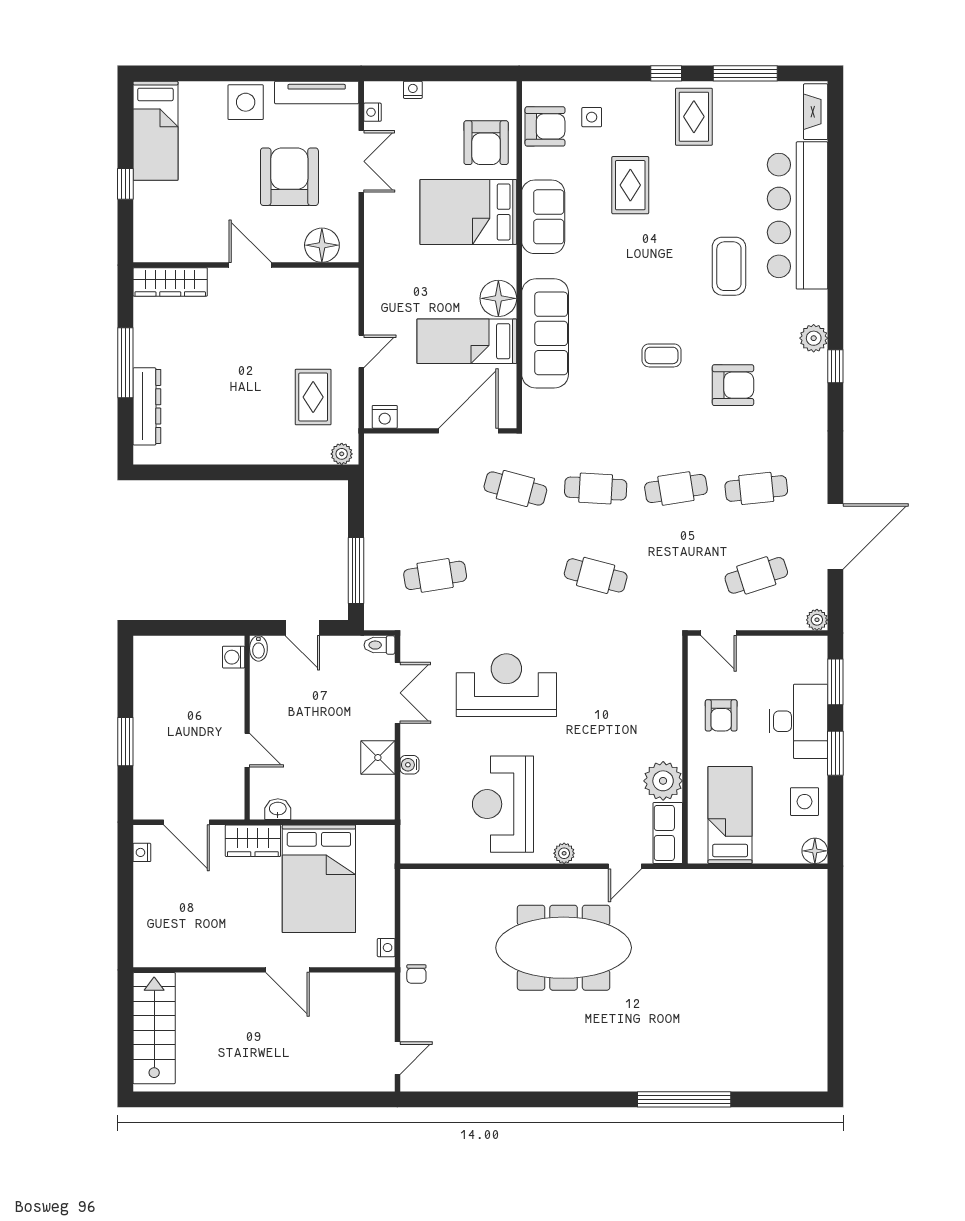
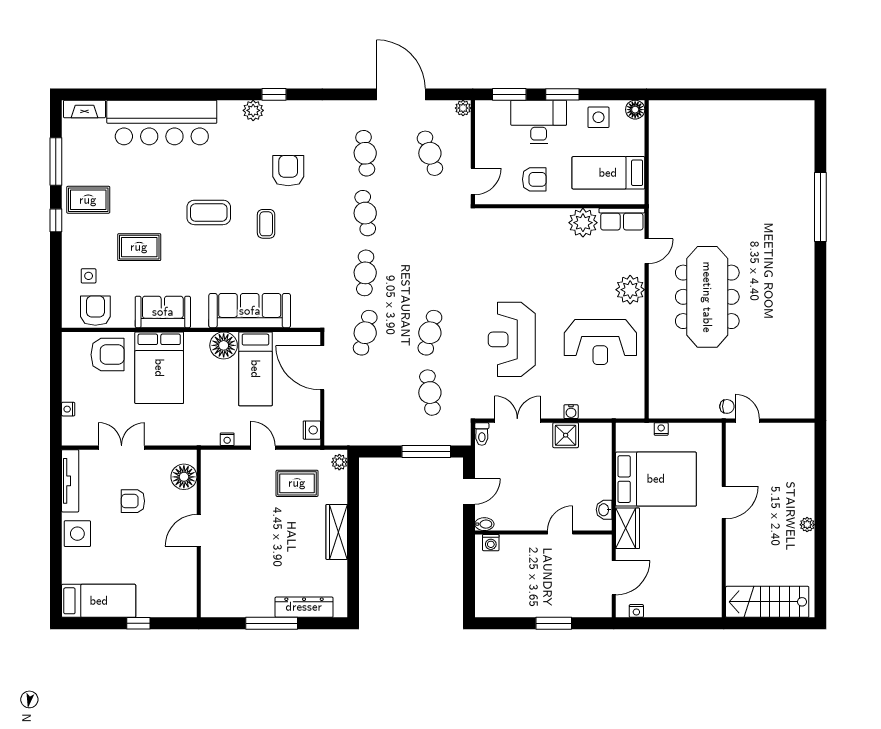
nightstand: (372, 112) -> (227, 439), moved
armchair: (289, 177) -> (133, 501), width x0.53, depth x0.53
coffee table: (729, 266) -> (209, 212), moved
wardrobe: (170, 282) -> (337, 532), moved, turned 180
cafe table: (596, 575) -> (430, 333), moved
plant: (564, 853) -> (630, 290), width x1.88, depth x1.88
door: (625, 866) -> (647, 251), hinge flipped
nightstand: (386, 948) -> (661, 429), moved
door: (397, 1058) -> (747, 421), moved
plant: (258, 1082) -> (807, 525), added

